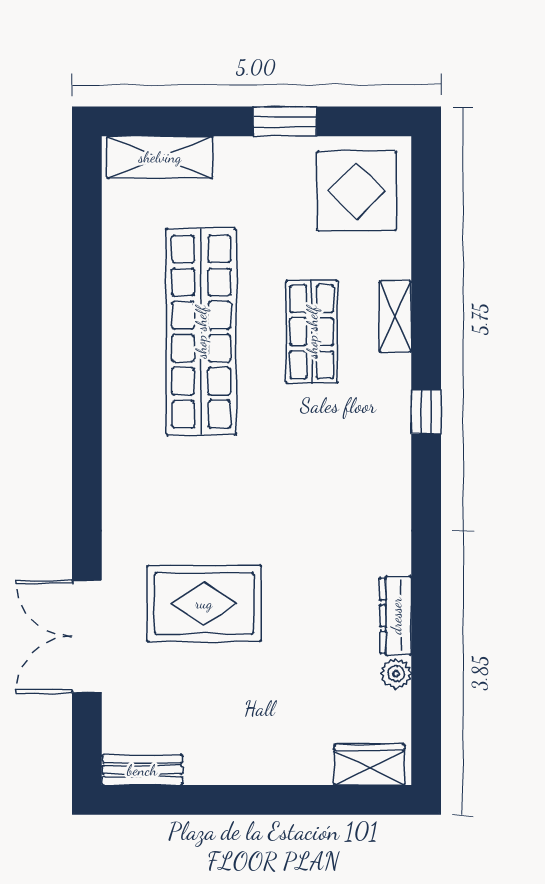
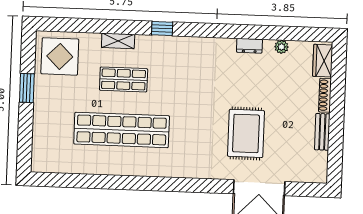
shelving: (160, 157) -> (41, 146), removed
dresser: (396, 616) -> (249, 46), width x0.70
bench: (142, 770) -> (322, 132), moved
shoe rack: (294, 773) -> (325, 95), added

